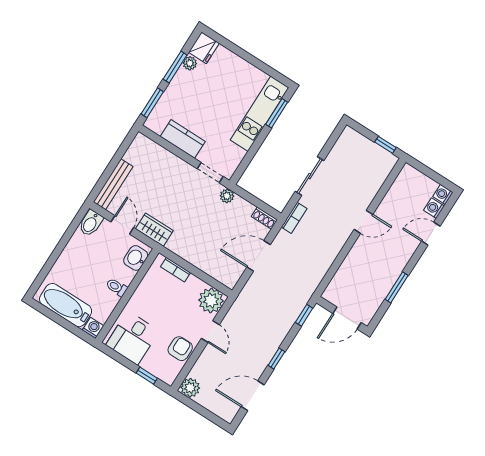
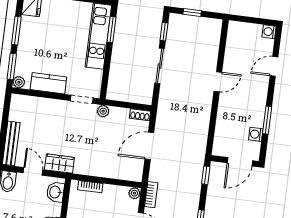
plant: (190, 63) -> (19, 82), moved
window: (331, 142) -> (164, 32), added
window: (385, 145) -> (192, 12), moved
washing machine: (434, 208) -> (256, 134), moved
bookcase: (294, 218) -> (151, 195), moved
plant: (211, 300) -> (134, 193), width x0.53, depth x0.53

